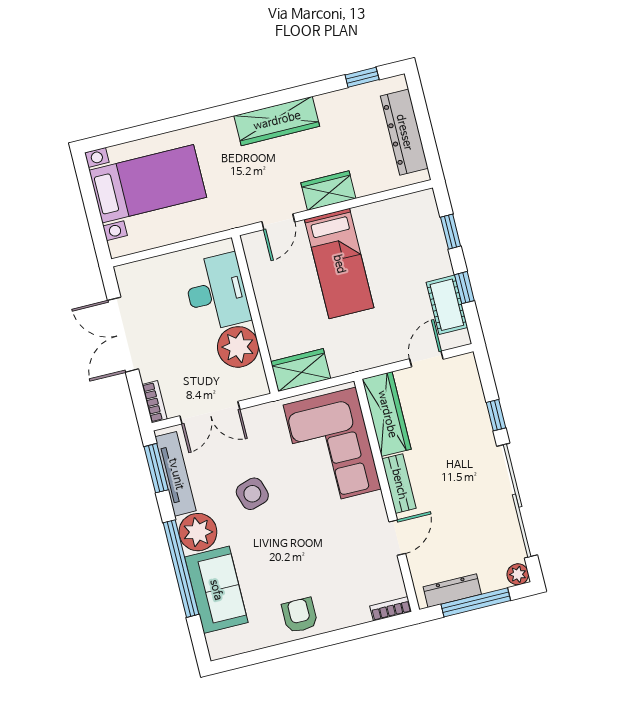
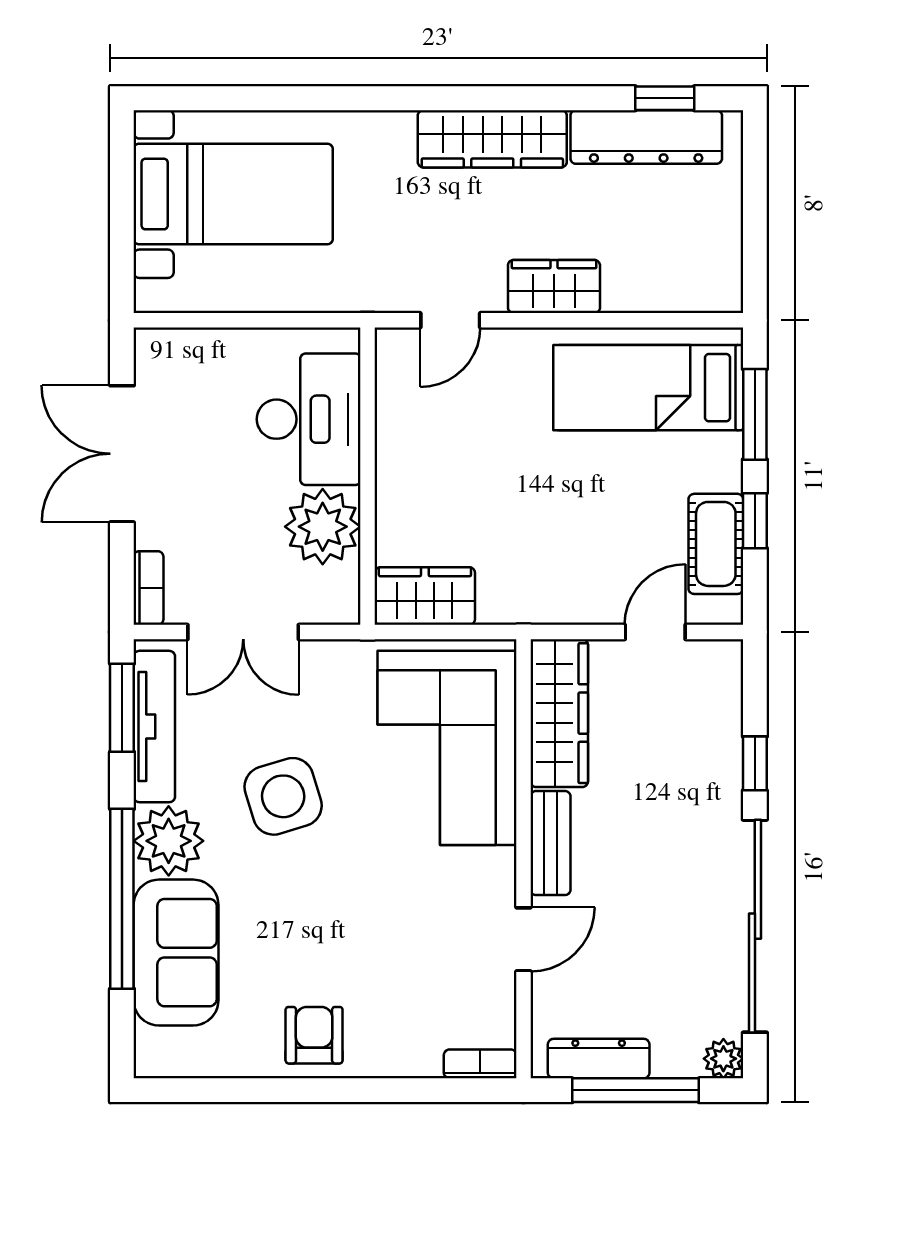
dresser: (404, 132) -> (646, 137), moved, turned -90
window: (451, 232) -> (755, 414), width x1.50
bed: (339, 264) -> (648, 388), moved, turned 90
side table: (252, 494) -> (283, 796), width x1.37, depth x1.37

